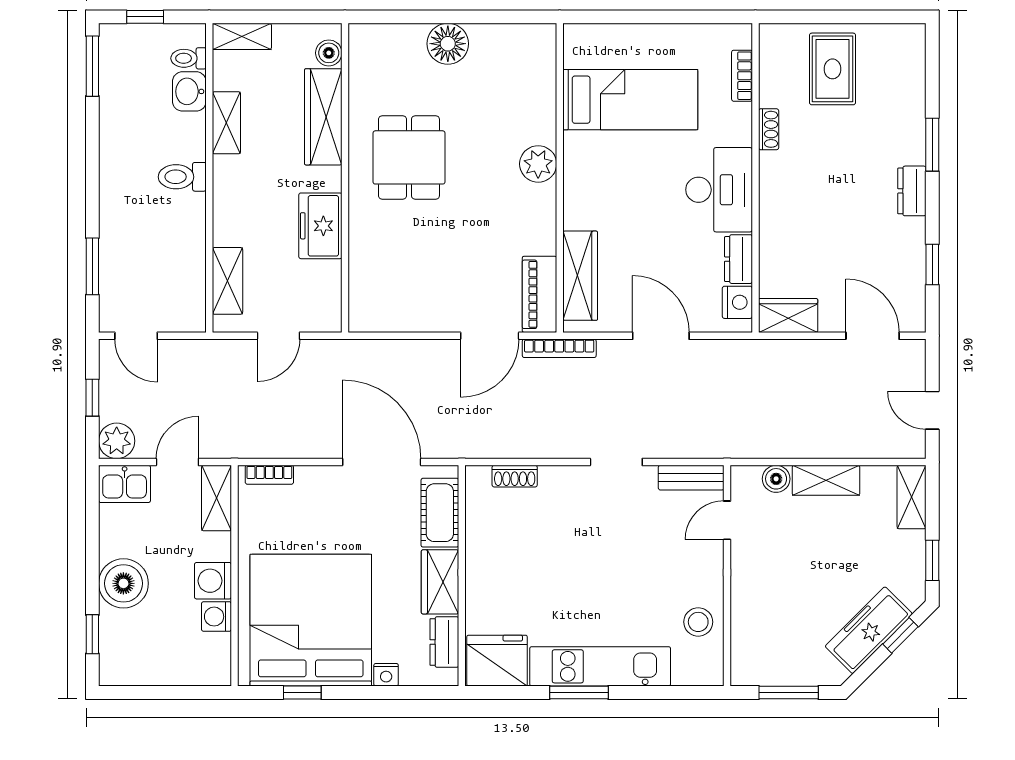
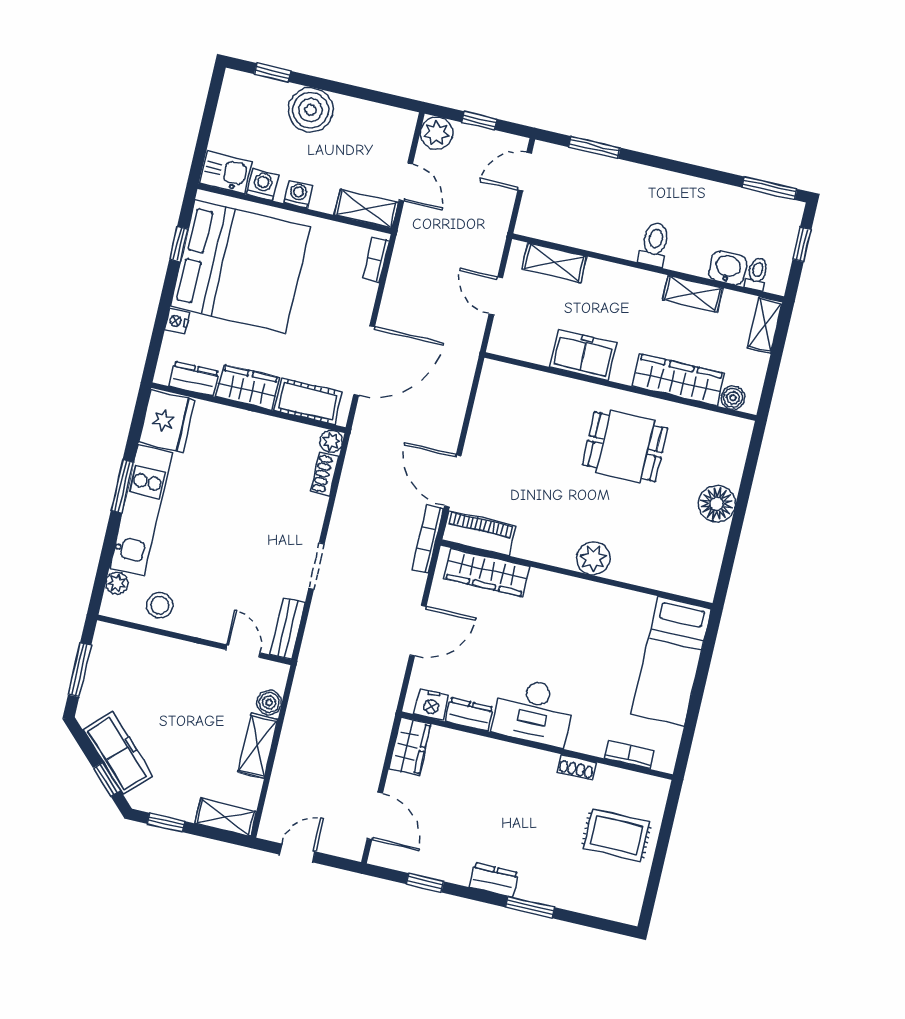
bed: (630, 100) -> (671, 661), moved
door: (873, 336) -> (375, 816), hinge flipped
plant: (477, 478) -> (331, 441), added
kitchen sink: (125, 484) -> (226, 172), moved, turned 90
washing machine: (213, 581) -> (298, 194), width x0.73, depth x0.73
plant: (685, 674) -> (117, 583), added

